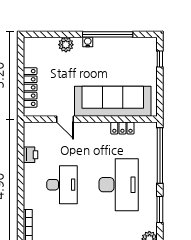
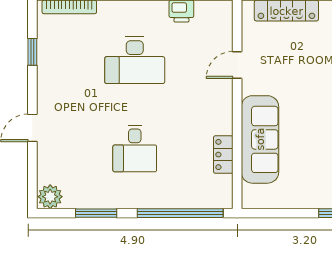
sofa: (113, 101) -> (260, 139), width x0.74, depth x0.79
desk: (119, 185) -> (135, 149), width x0.53, depth x0.77

